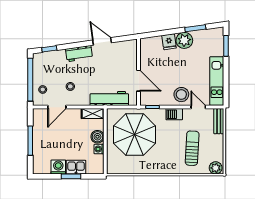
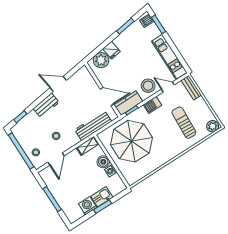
dishwasher: (218, 36) -> (147, 21), added
plant: (184, 40) -> (101, 60), moved
kitchen counter: (154, 99) -> (128, 103), added

